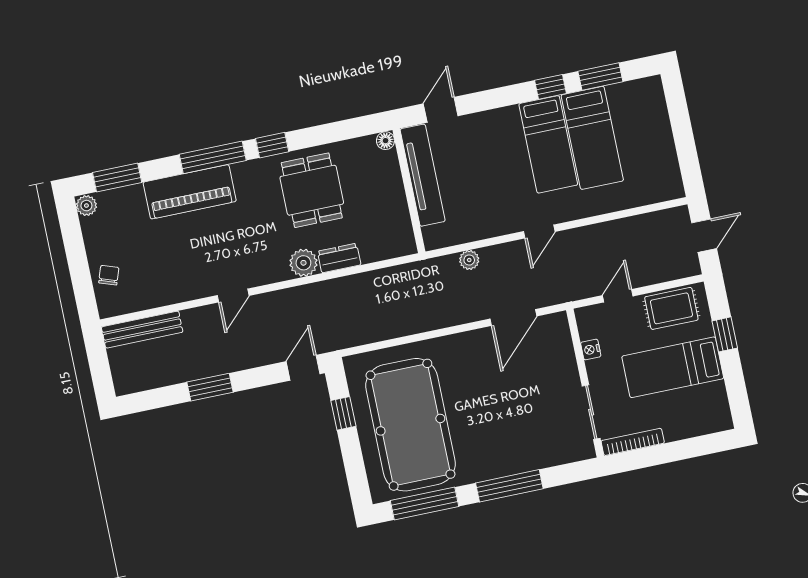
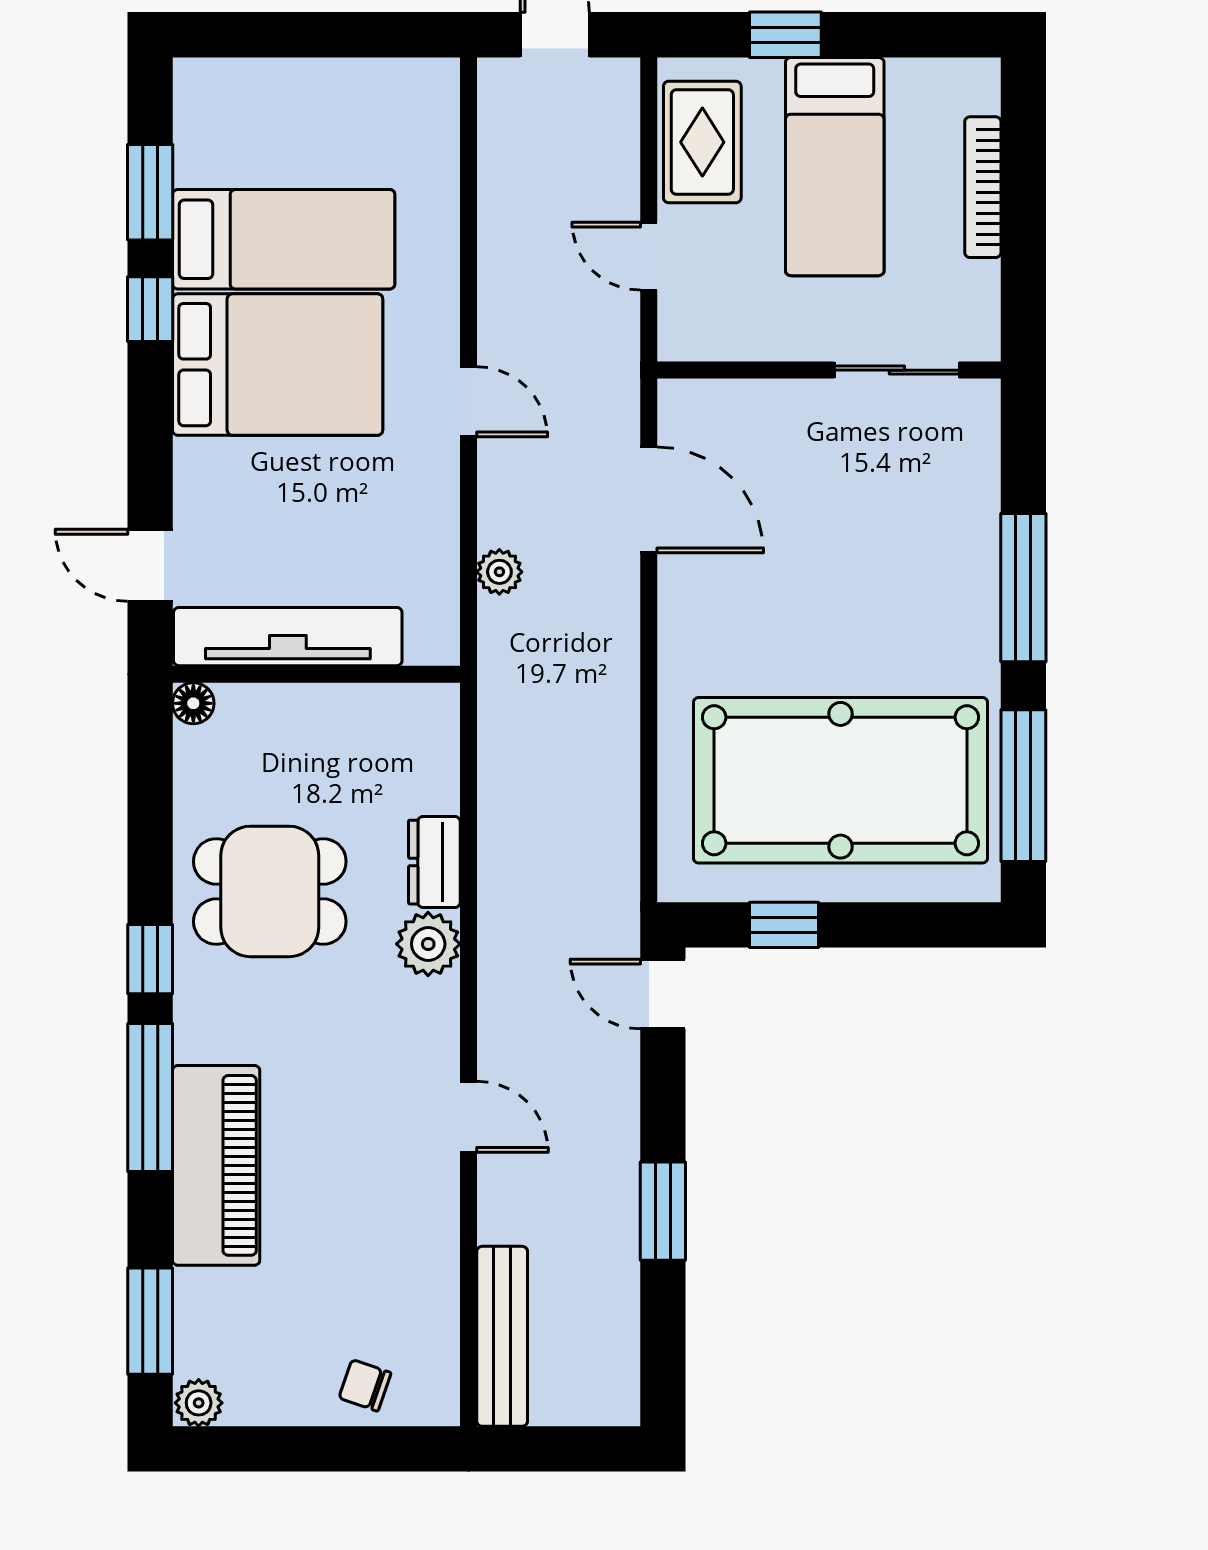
bed: (548, 144) -> (278, 365), width x1.50
nightstand: (591, 349) -> (756, 342), removed
bookcase: (633, 442) -> (983, 187), moved

